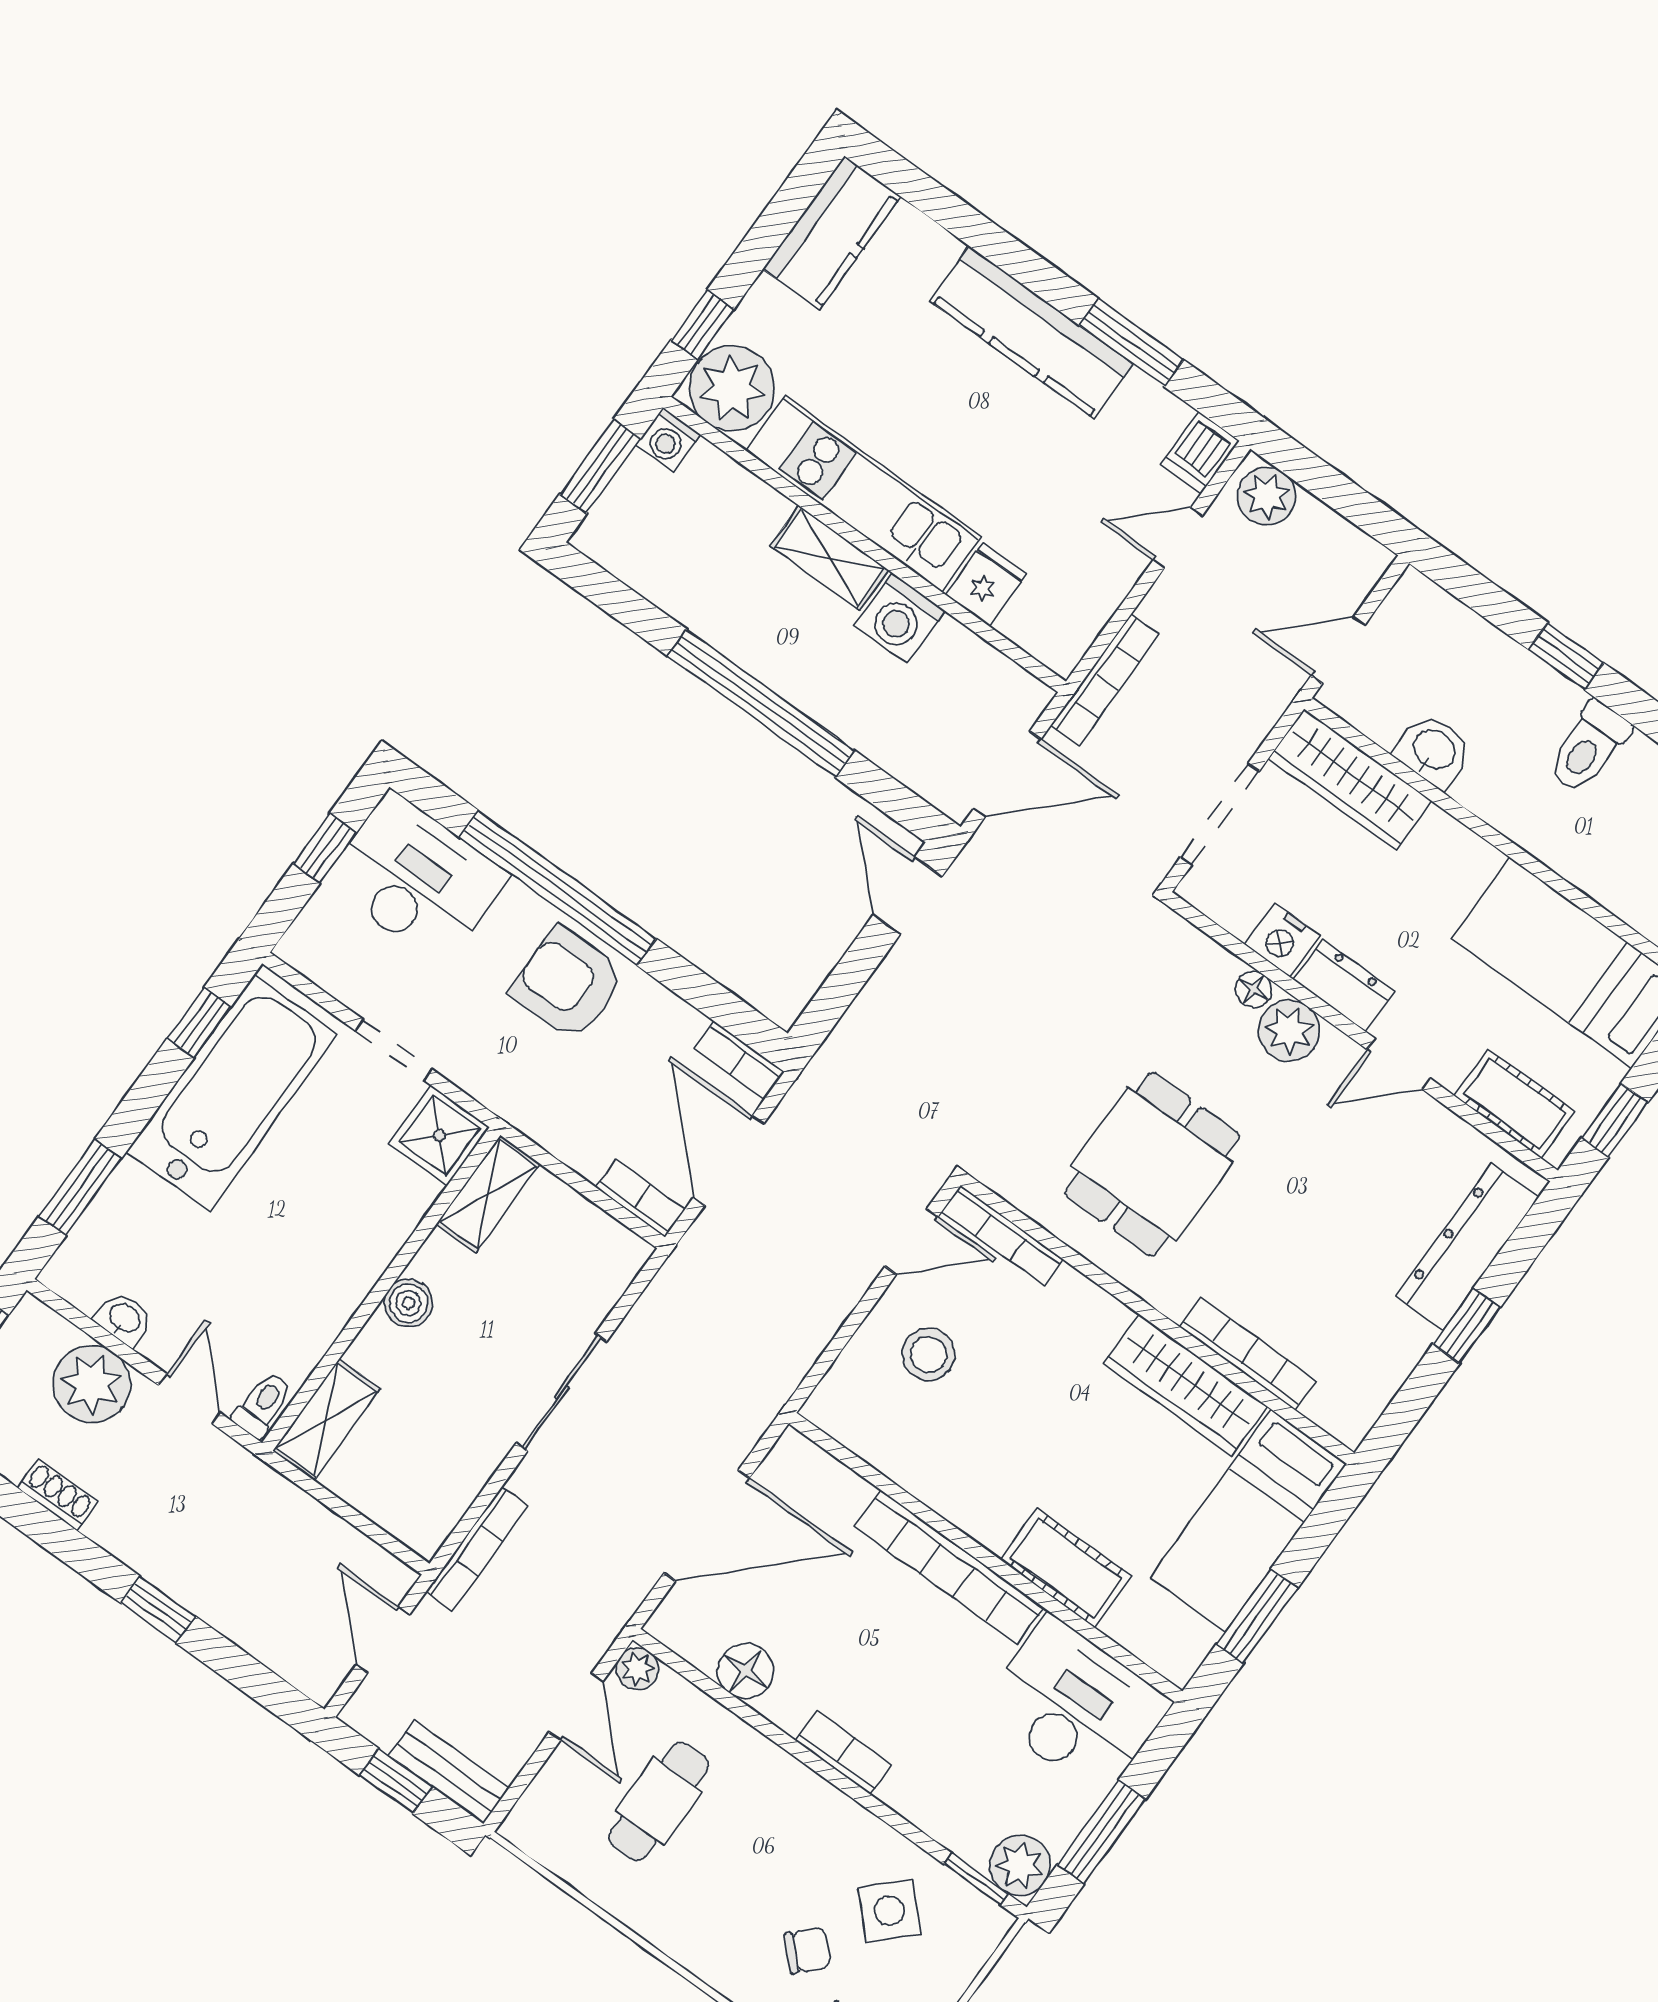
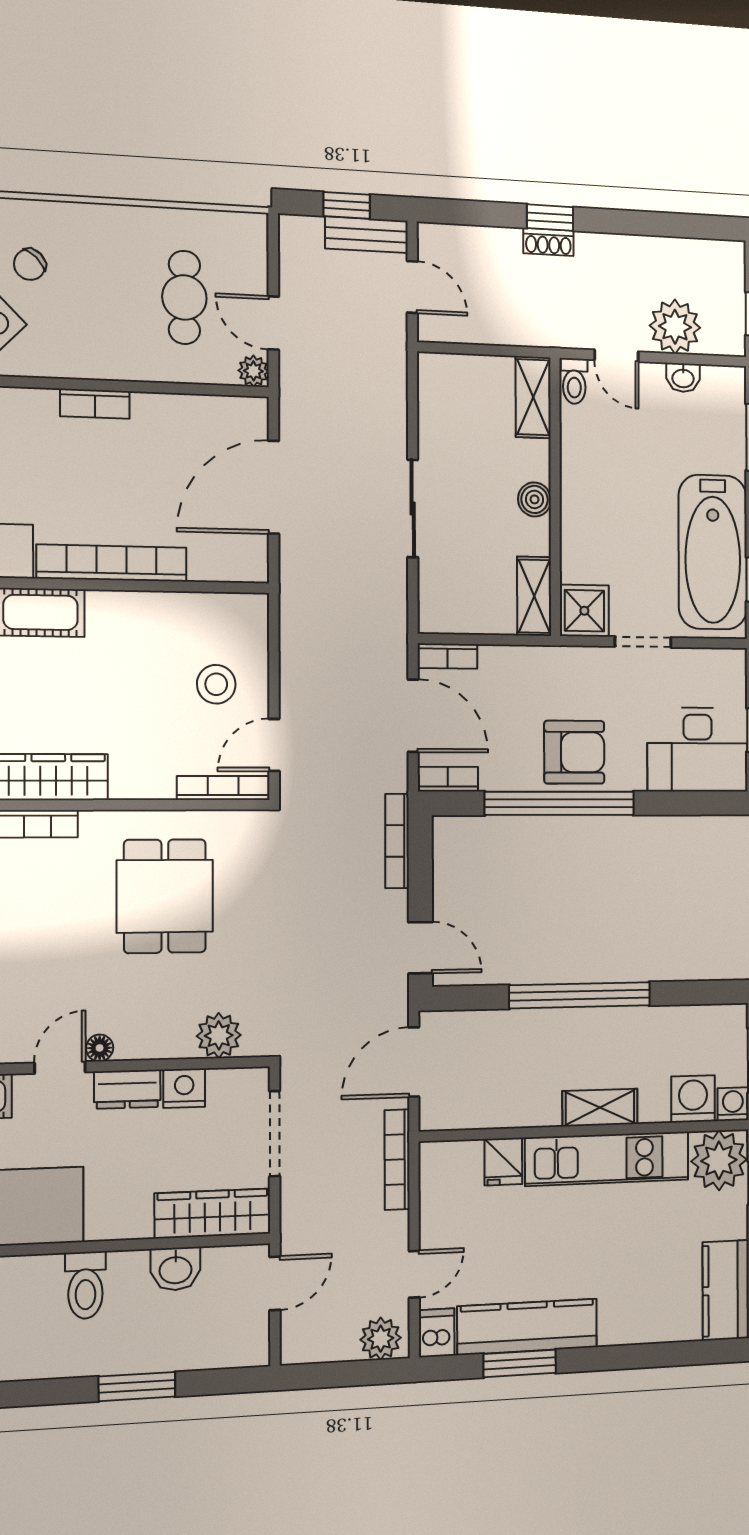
kitchen counter: (1031, 332) -> (527, 1327), moved
washing machine: (900, 618) -> (693, 1099), moved
window: (1566, 656) -> (137, 1386), width x1.50
toilet: (1589, 747) -> (85, 1285), moved, turned 180
window: (558, 888) -> (560, 803), moved
floor lamp: (1253, 989) -> (100, 1048), moved
plant: (1289, 1031) -> (219, 1035), moved
shoe rack: (58, 1495) -> (548, 242), moved
bookcase: (477, 1549) -> (397, 841), moved
floor lamp: (746, 1671) -> (189, 414), removed
bench: (449, 1772) -> (367, 235), moved

